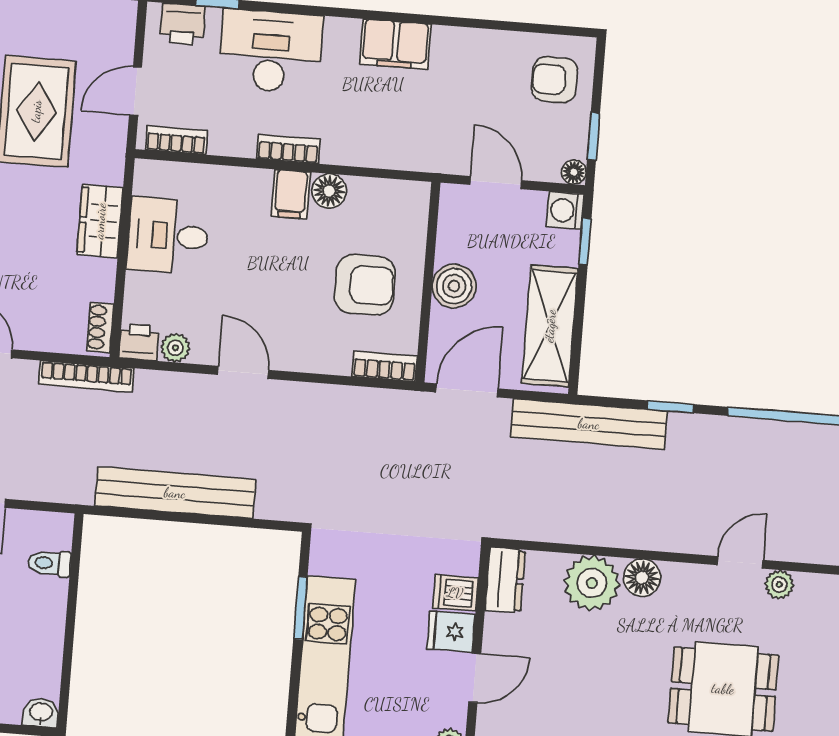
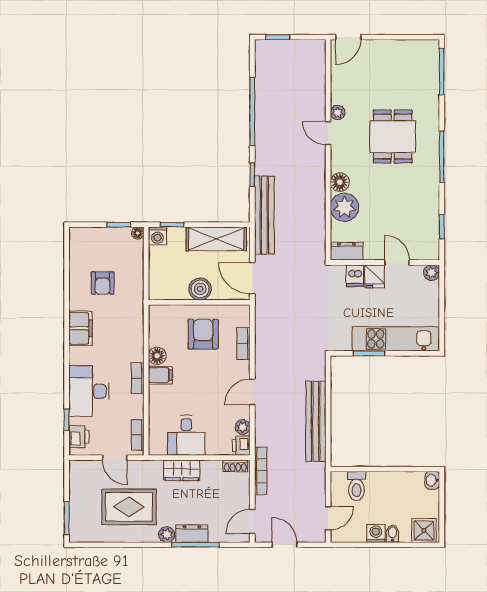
armchair: (555, 80) -> (102, 283), moved
door: (496, 183) -> (146, 272), removed
bookcase: (385, 366) -> (244, 344), moved
toilet: (49, 563) -> (357, 486), width x1.37, depth x1.39

